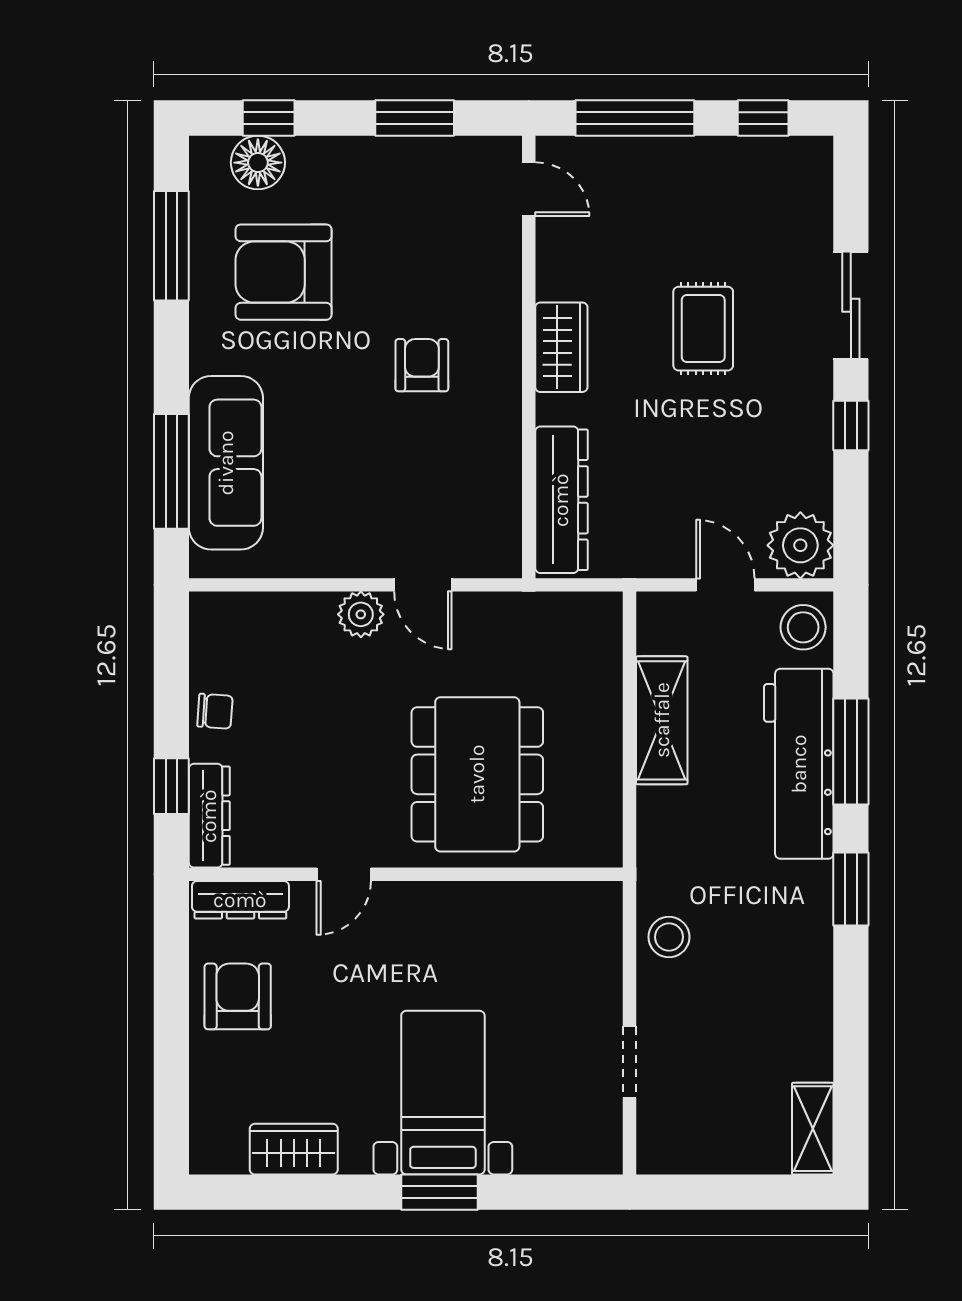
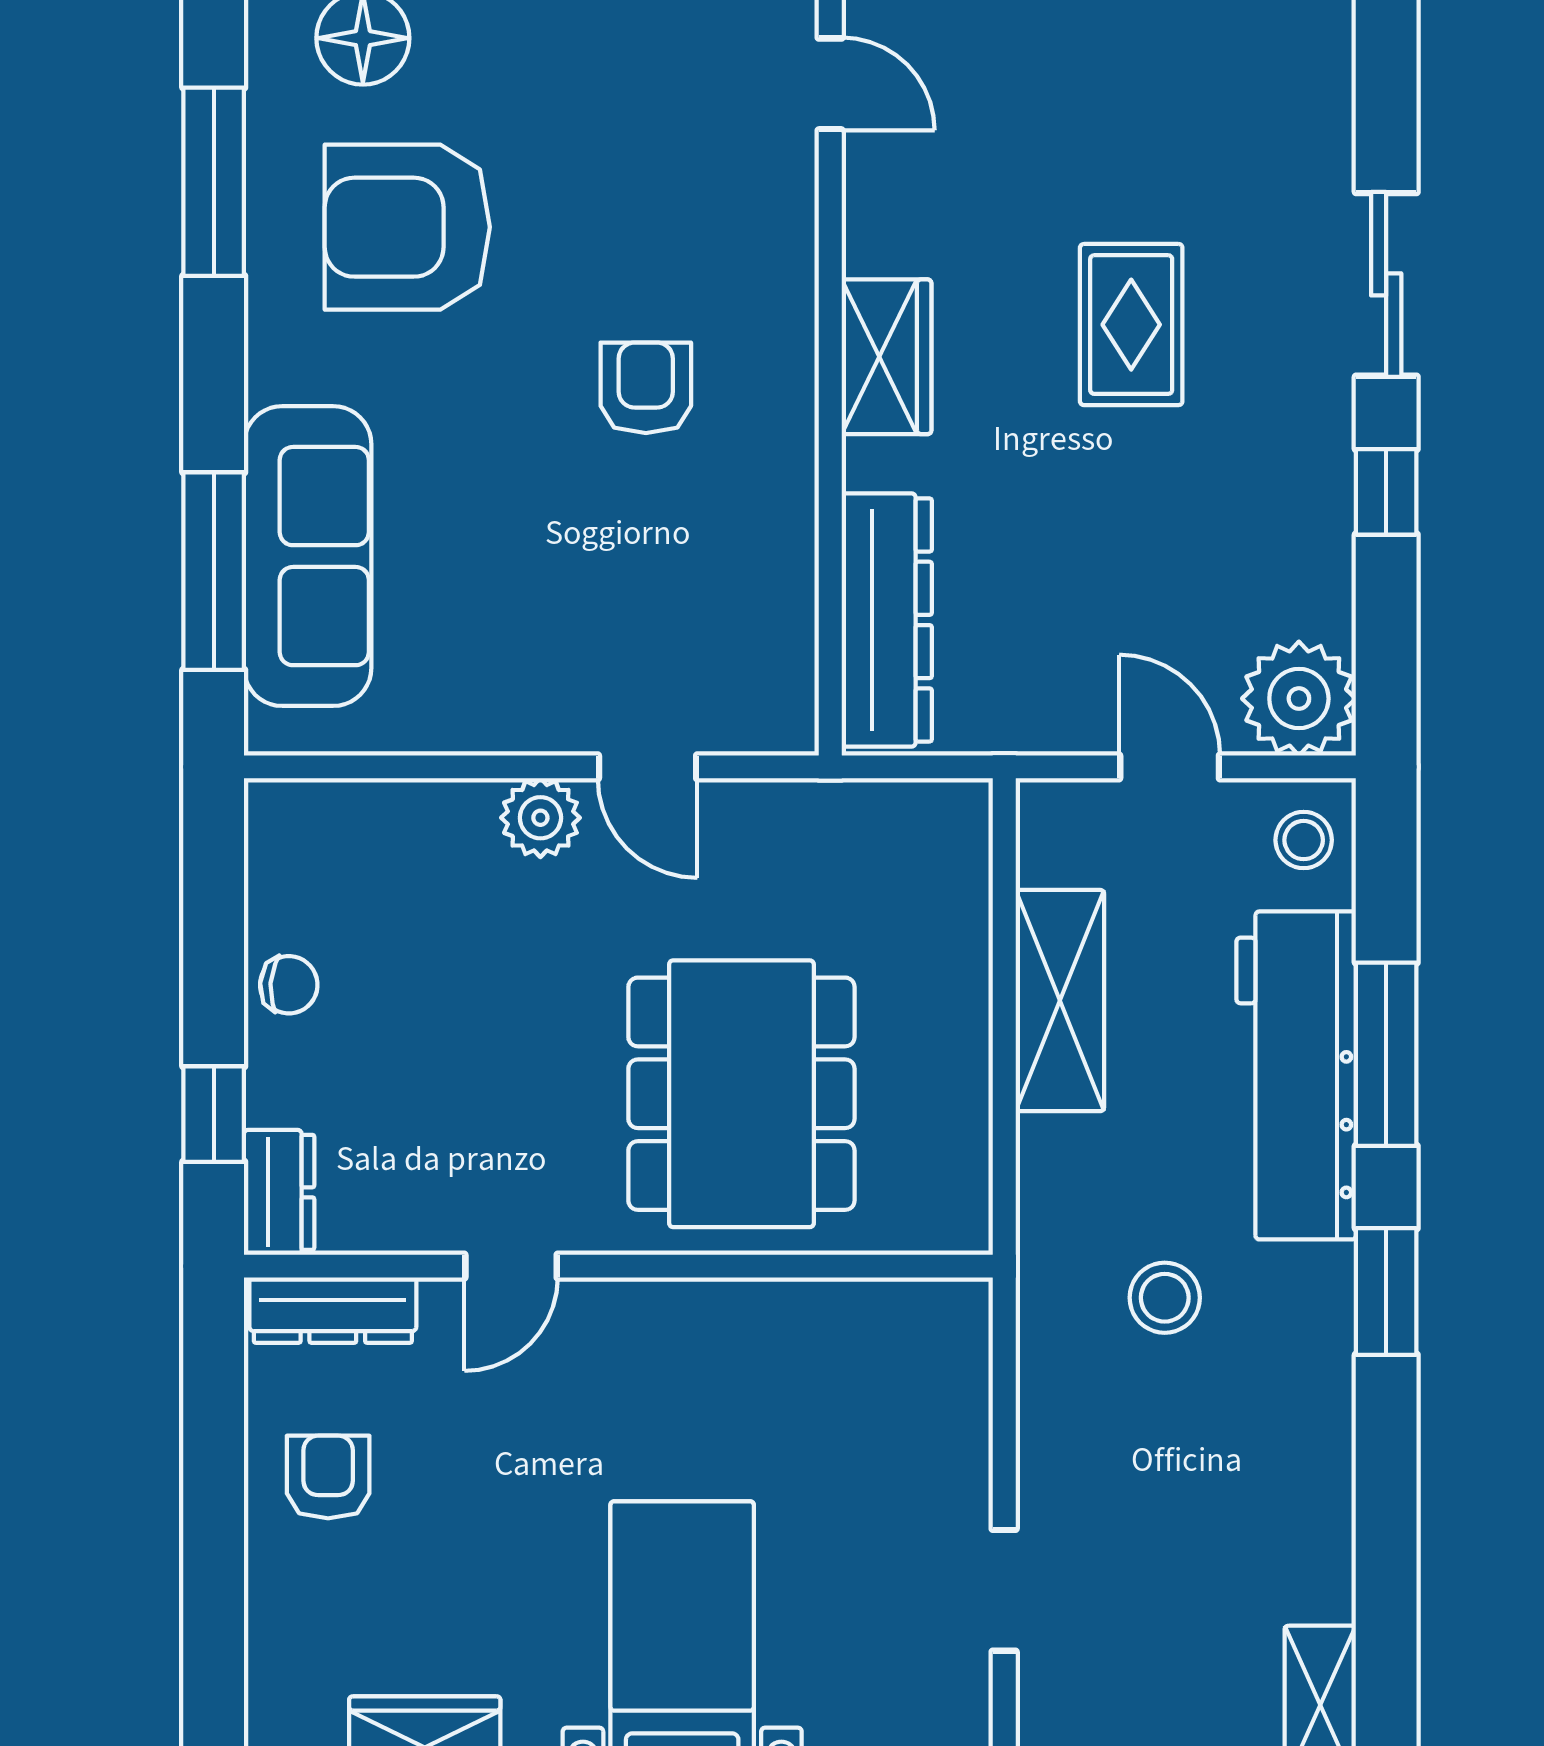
stool: (803, 627) -> (1304, 840), width x0.73, depth x0.73
dresser: (209, 816) -> (279, 1192), width x0.70
stool: (669, 937) -> (1165, 1298), moved
armchair: (238, 996) -> (328, 1477), width x0.72, depth x0.72

